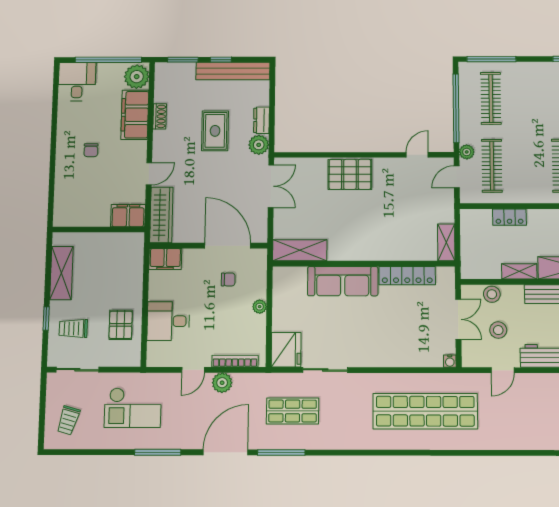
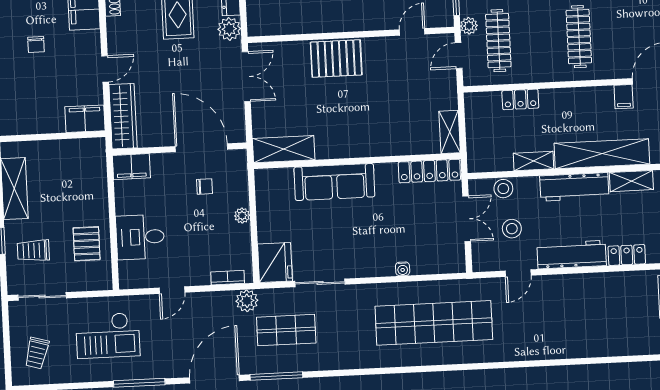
locker: (407, 276) -> (429, 171), moved
bookcase: (235, 361) -> (228, 278), width x0.64
water cooler: (450, 361) -> (403, 269), moved
plant: (222, 383) -> (247, 301), moved

